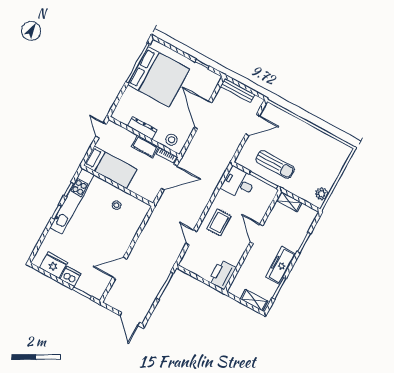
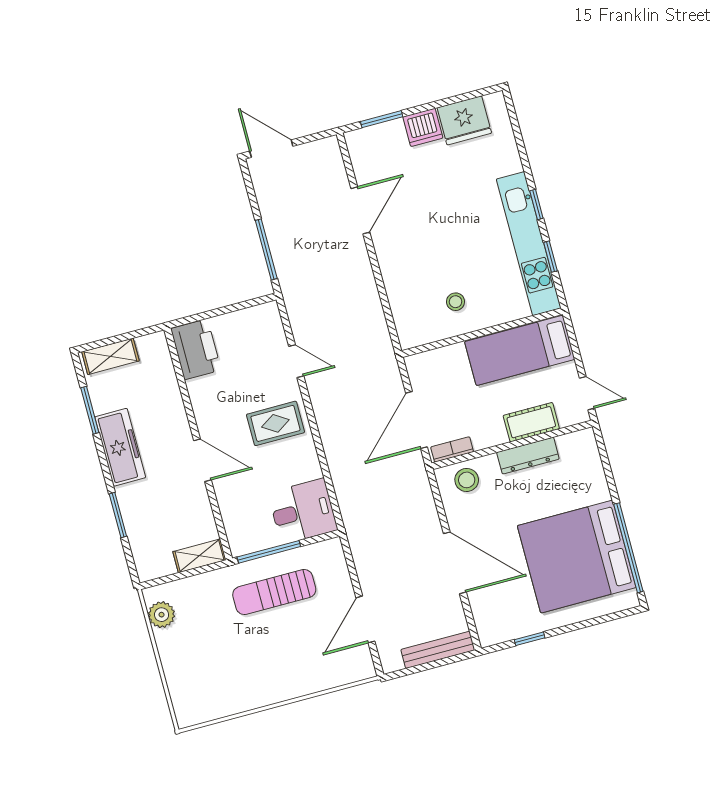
cot: (145, 147) -> (531, 422), moved
rug: (219, 222) -> (275, 423), turned 90

